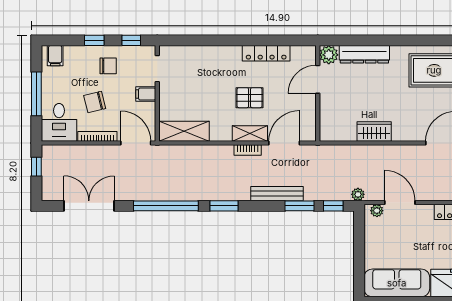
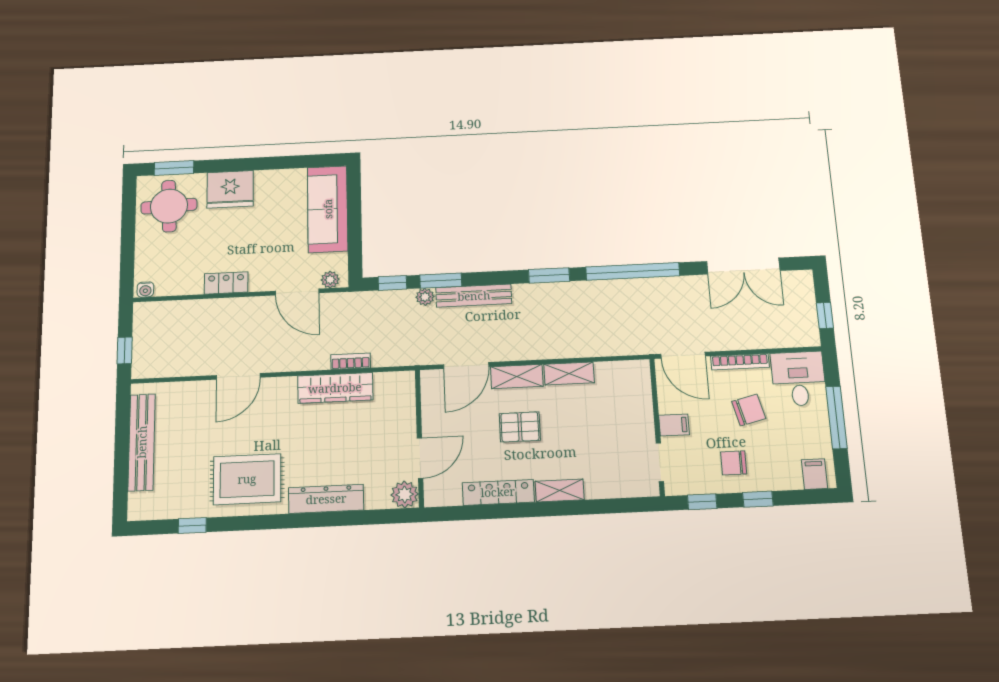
shelving: (225, 53) -> (560, 490), added
dresser: (364, 54) -> (326, 499), moved
shelving: (184, 131) -> (569, 373), moved, width x0.67, depth x0.75
wardrobe: (374, 131) -> (335, 388), width x1.50
bookcase: (248, 150) -> (351, 361), moved
plant: (358, 194) -> (425, 297), moved
sofa: (397, 283) -> (328, 209), moved, turned 90

